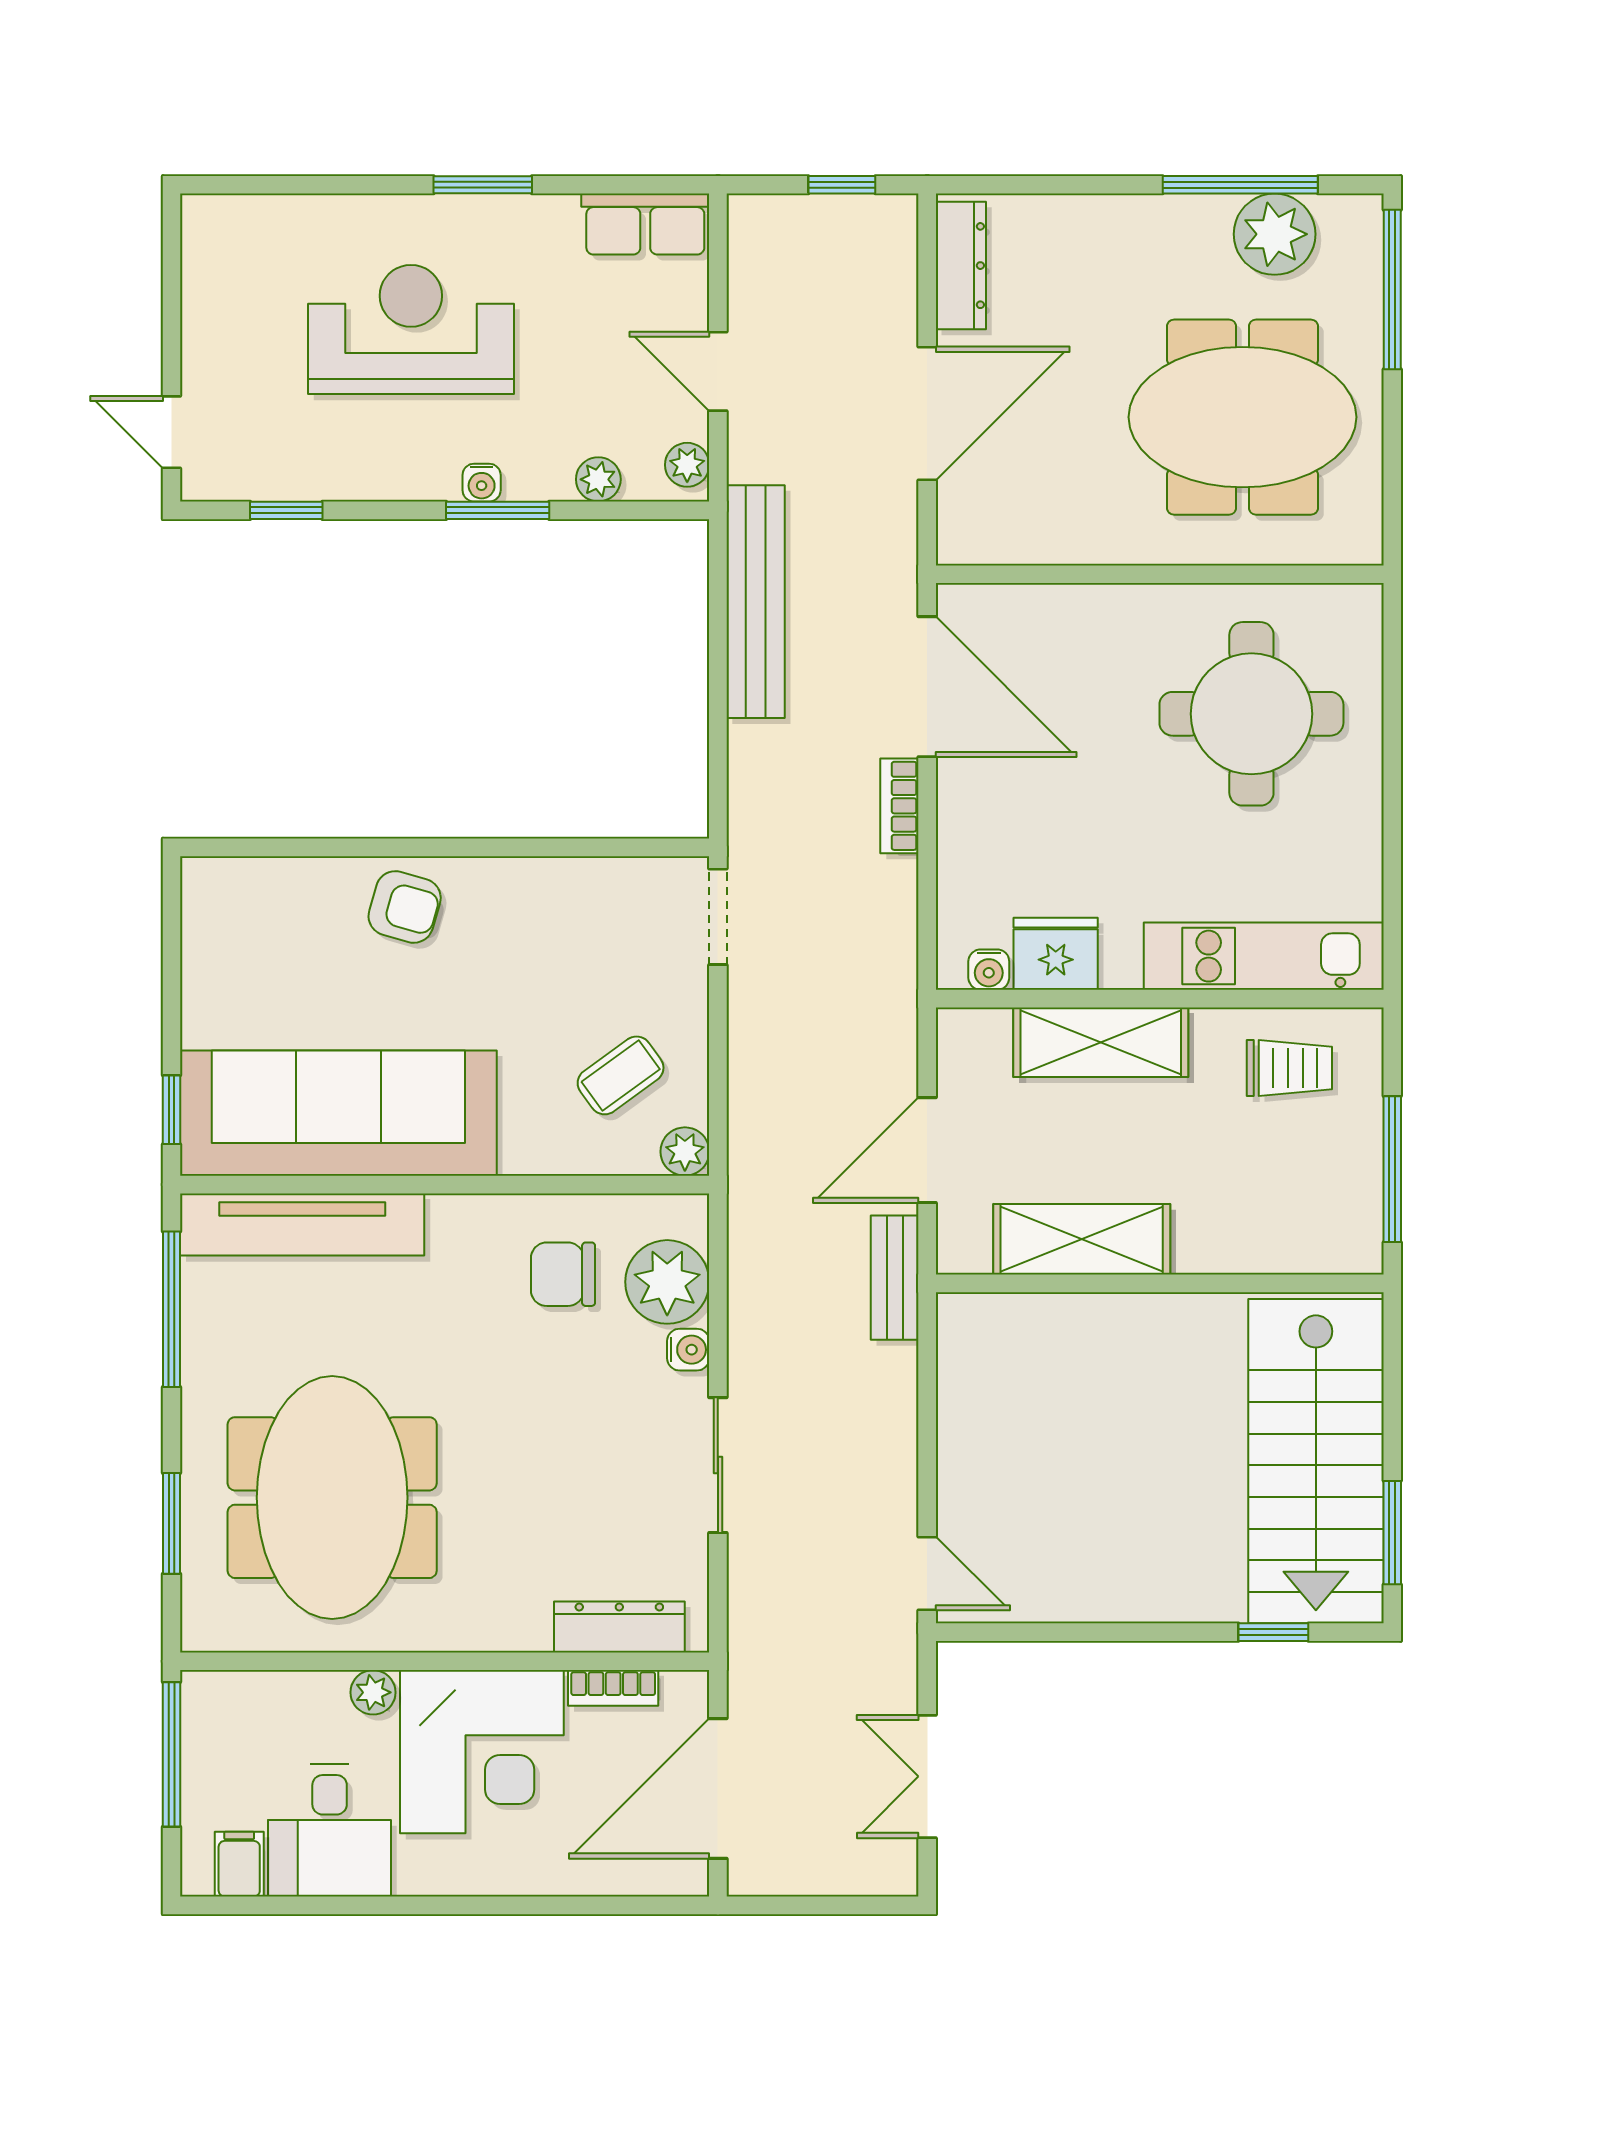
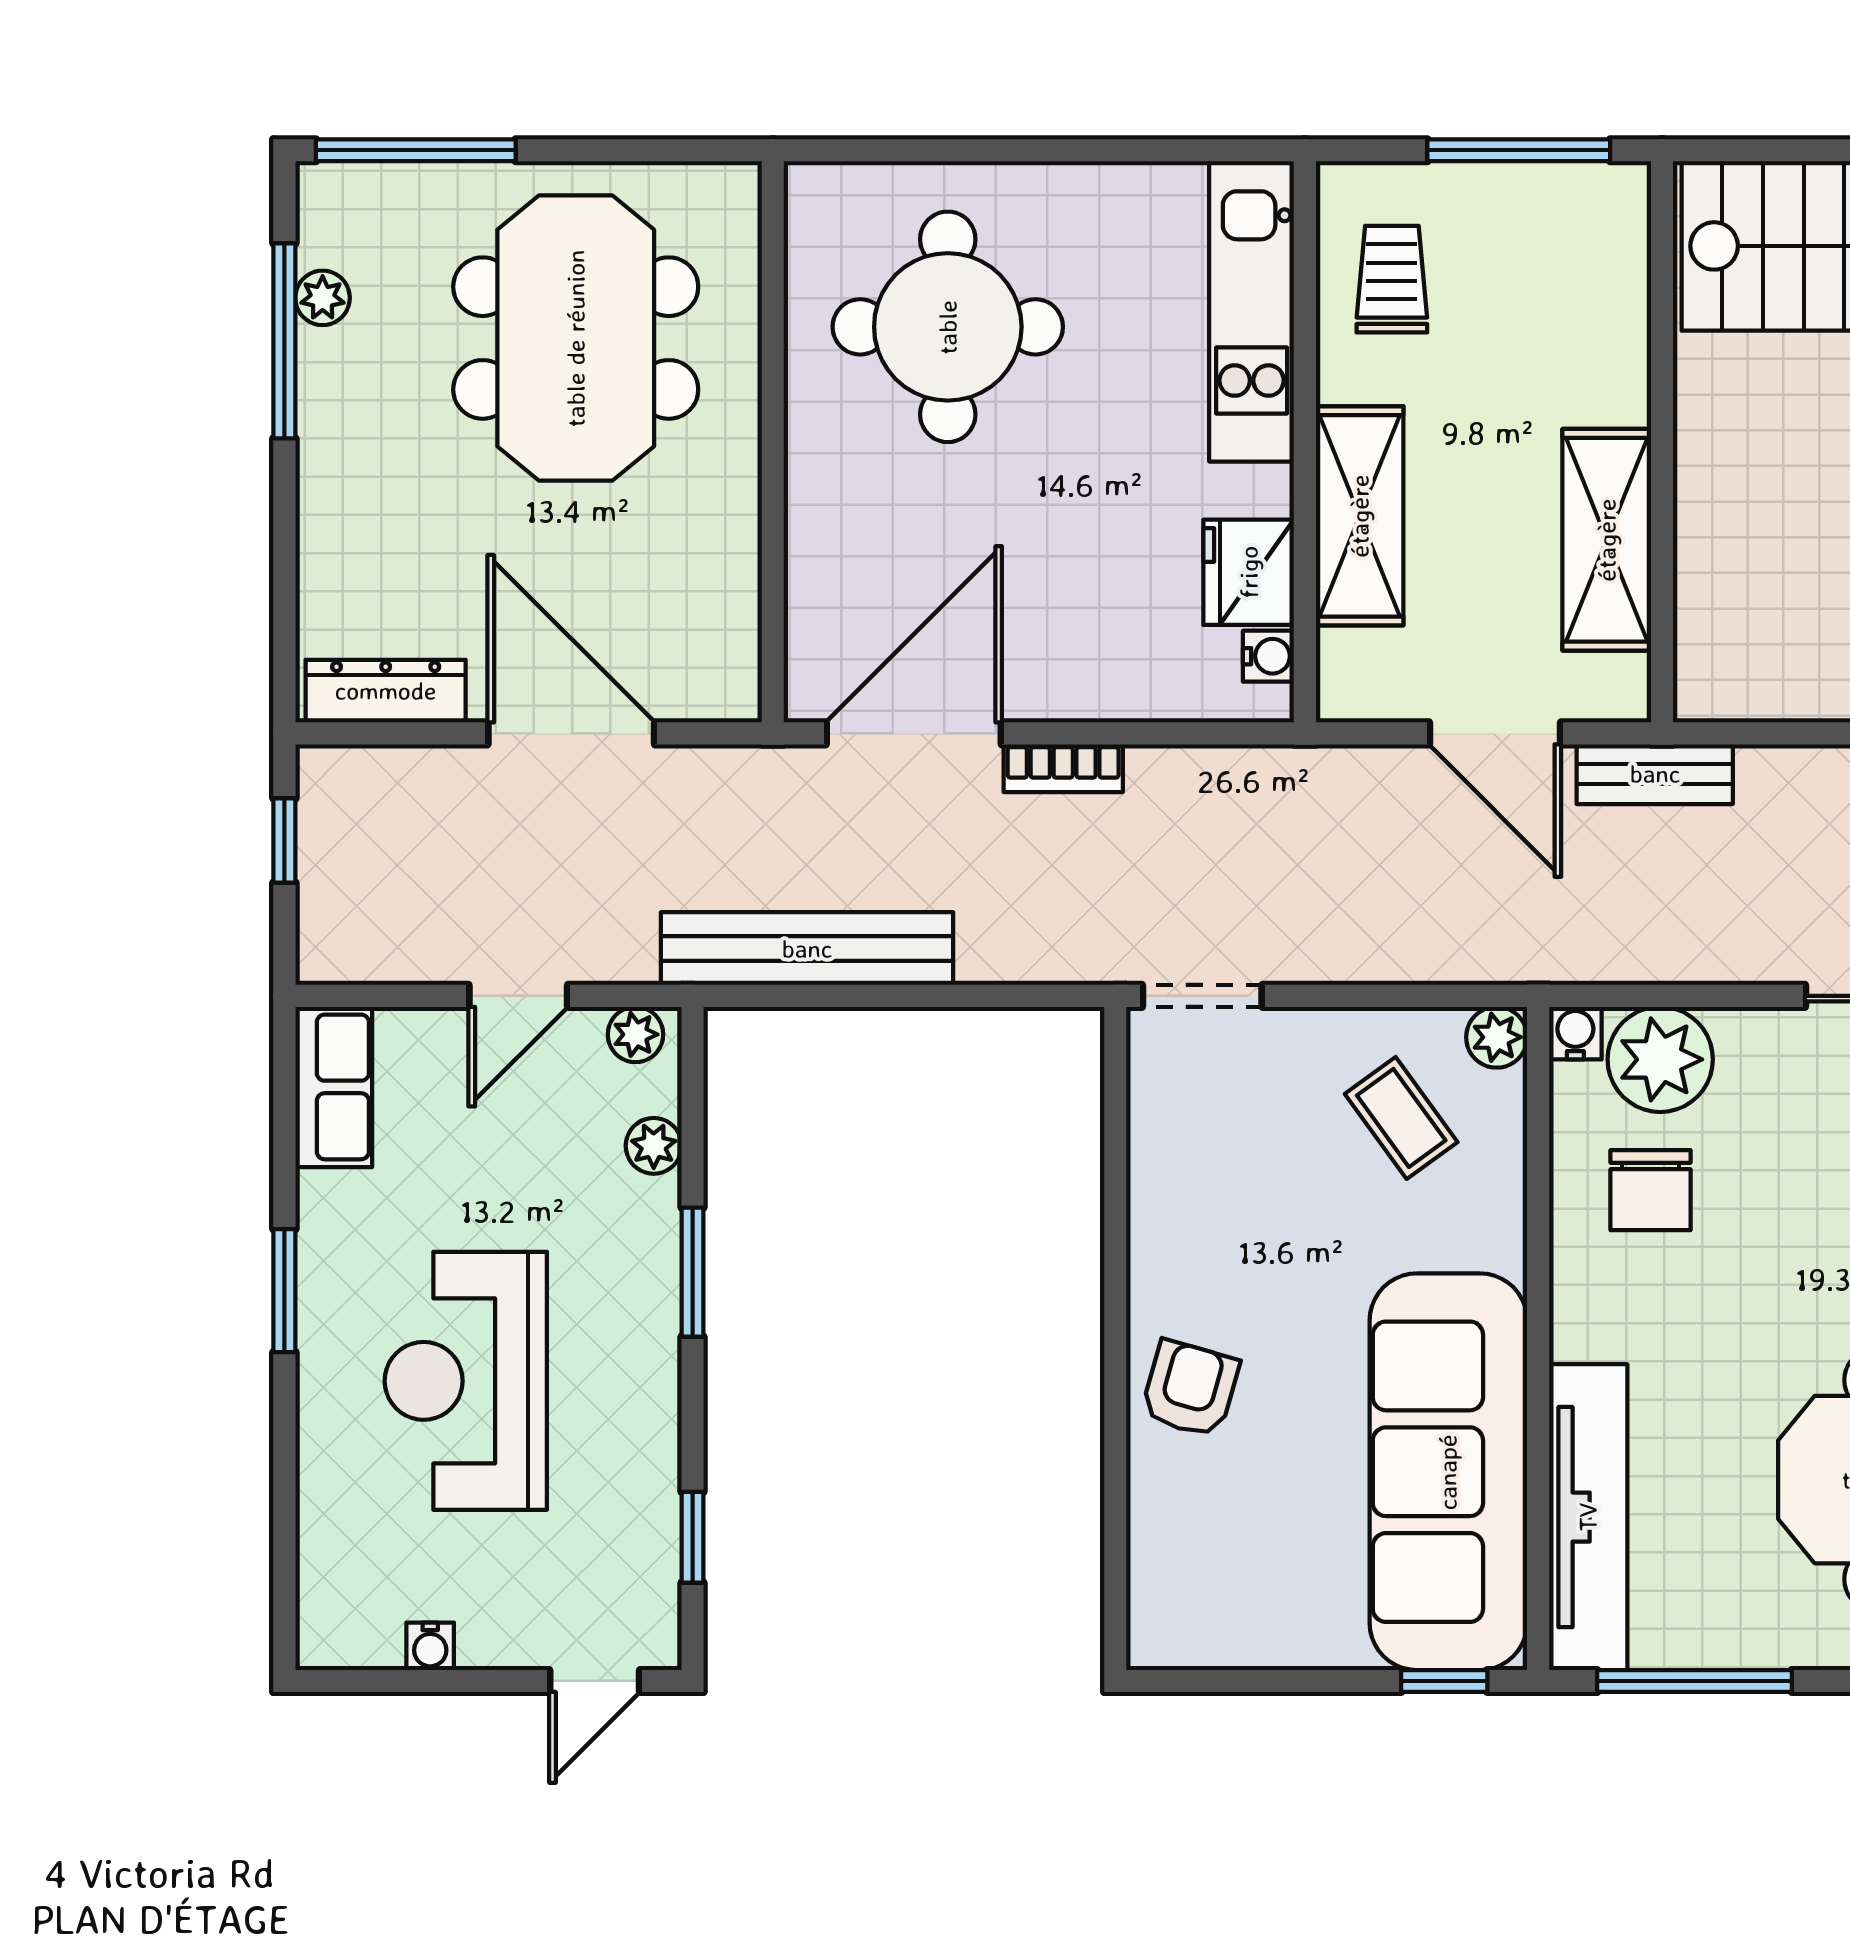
plant: (1275, 234) -> (323, 298), width x0.53, depth x0.53
water cooler: (482, 483) -> (430, 1646), moved, turned 90
water cooler: (688, 1350) -> (1575, 1033), moved

